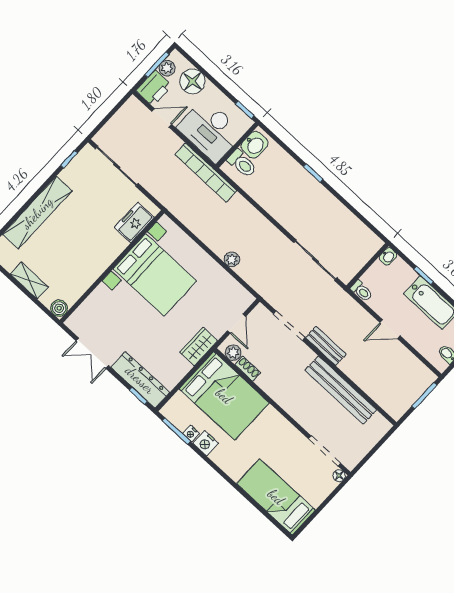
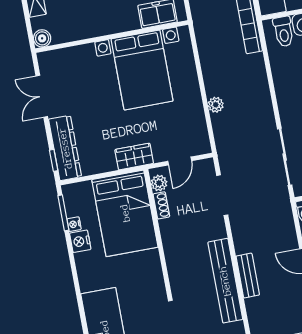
bench: (326, 346) -> (248, 276), moved

